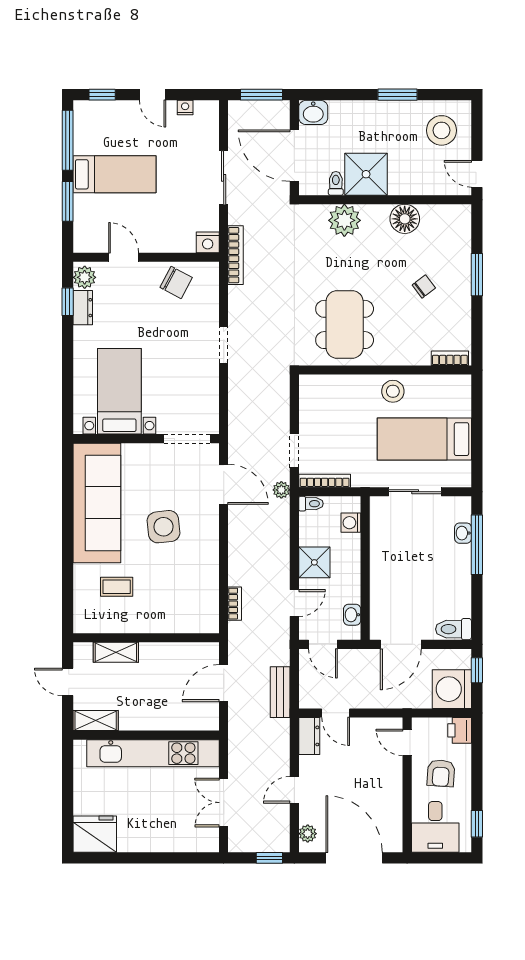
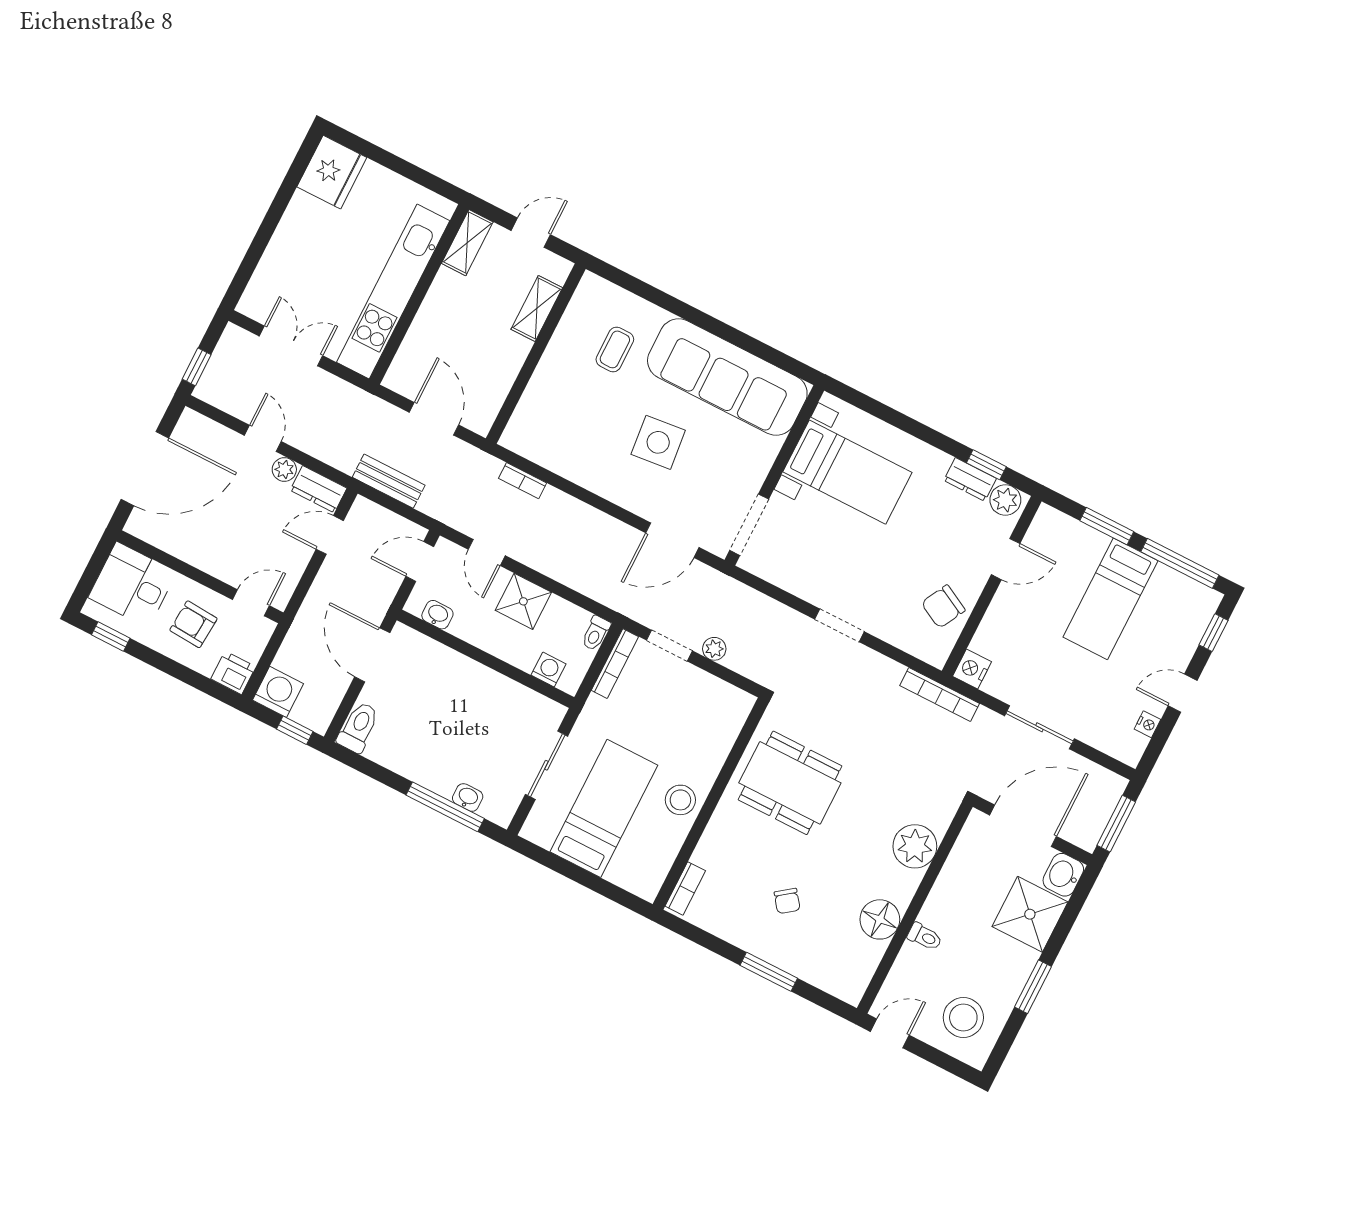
shower: (366, 174) -> (1030, 914), moved
toilet: (336, 183) -> (925, 937), moved
plant: (281, 490) -> (714, 649), moved
washing machine: (452, 689) -> (278, 692), width x0.73, depth x0.73
plant: (308, 834) -> (284, 469), moved

